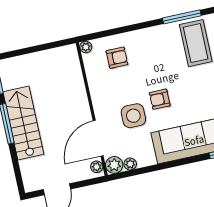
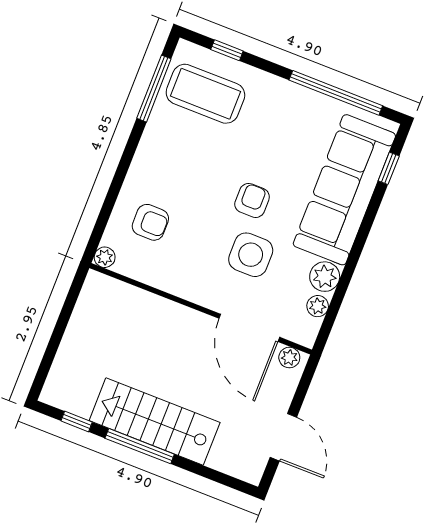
armchair: (117, 58) -> (150, 222), turned 90
armchair: (160, 99) -> (252, 200), turned 180
plant: (114, 165) -> (325, 277), moved

